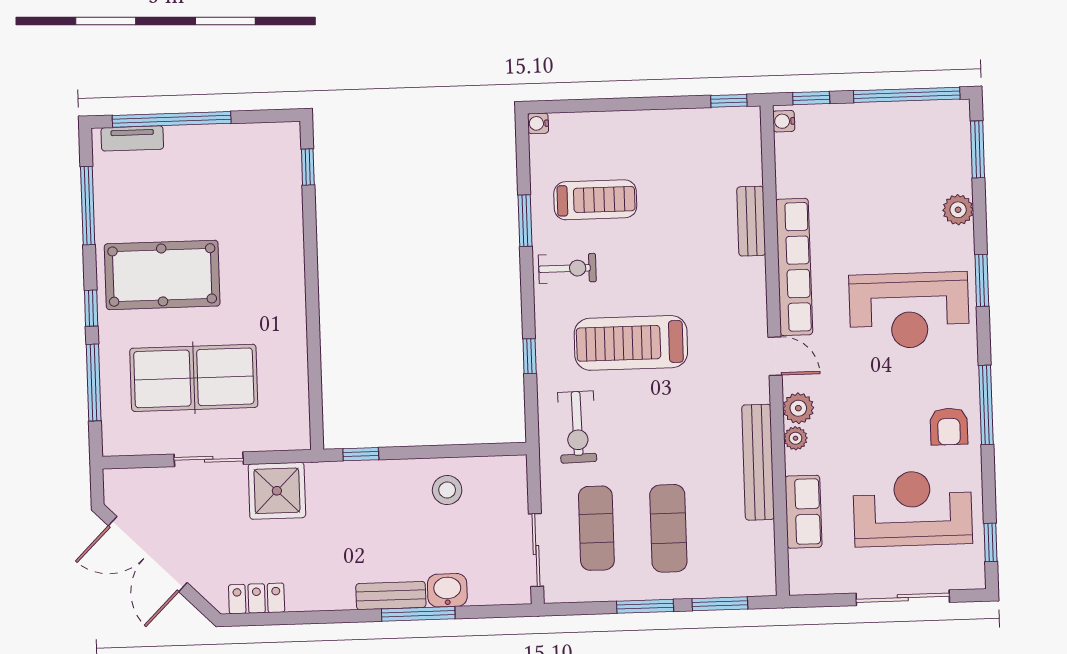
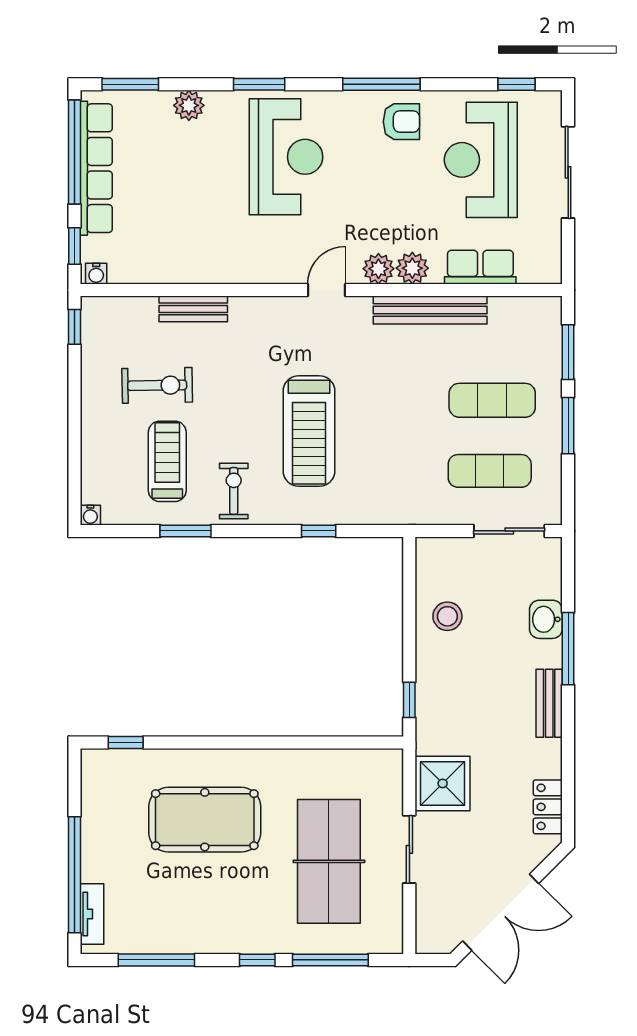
row of seats: (794, 267) -> (96, 168), moved, turned 90
pool table: (162, 275) -> (205, 820), moved, turned 90
exercise bike: (577, 427) -> (157, 385), moved
plant: (795, 438) -> (412, 268), width x1.38, depth x1.38
bench: (391, 596) -> (549, 703), moved

